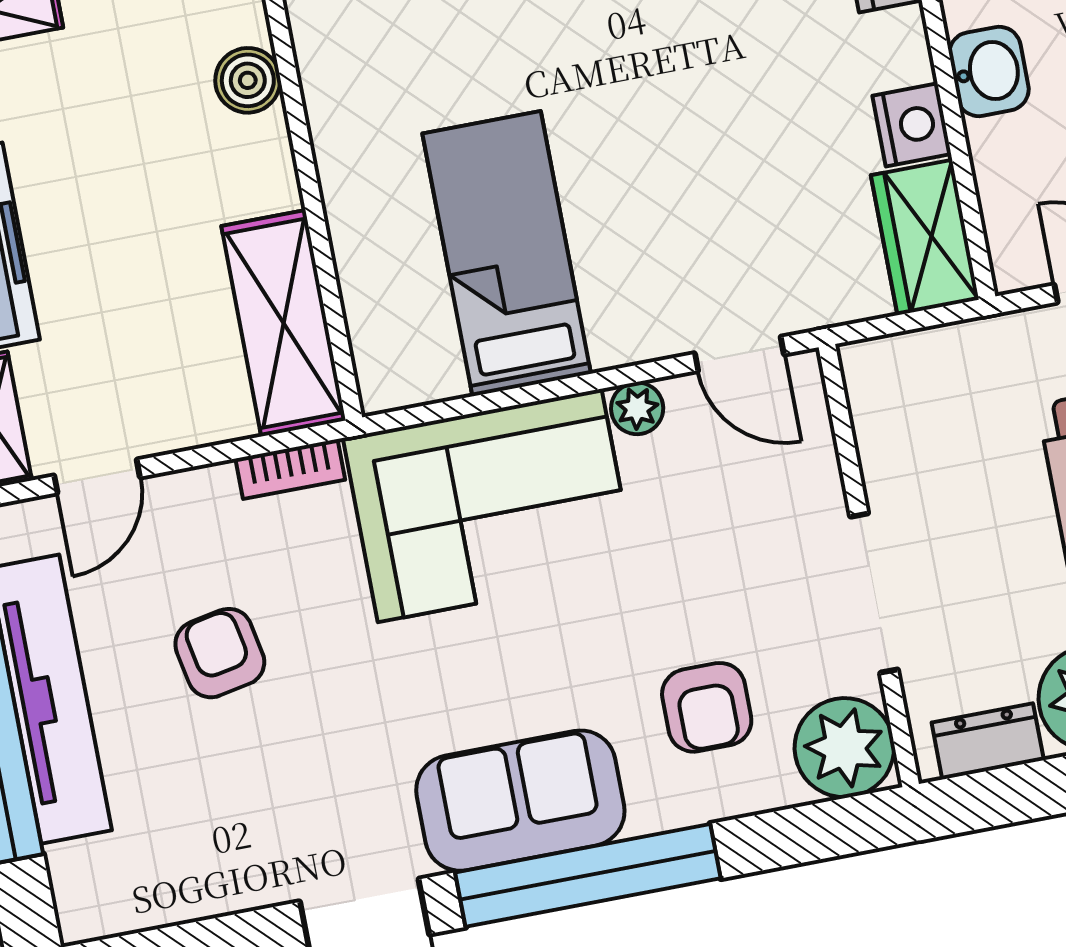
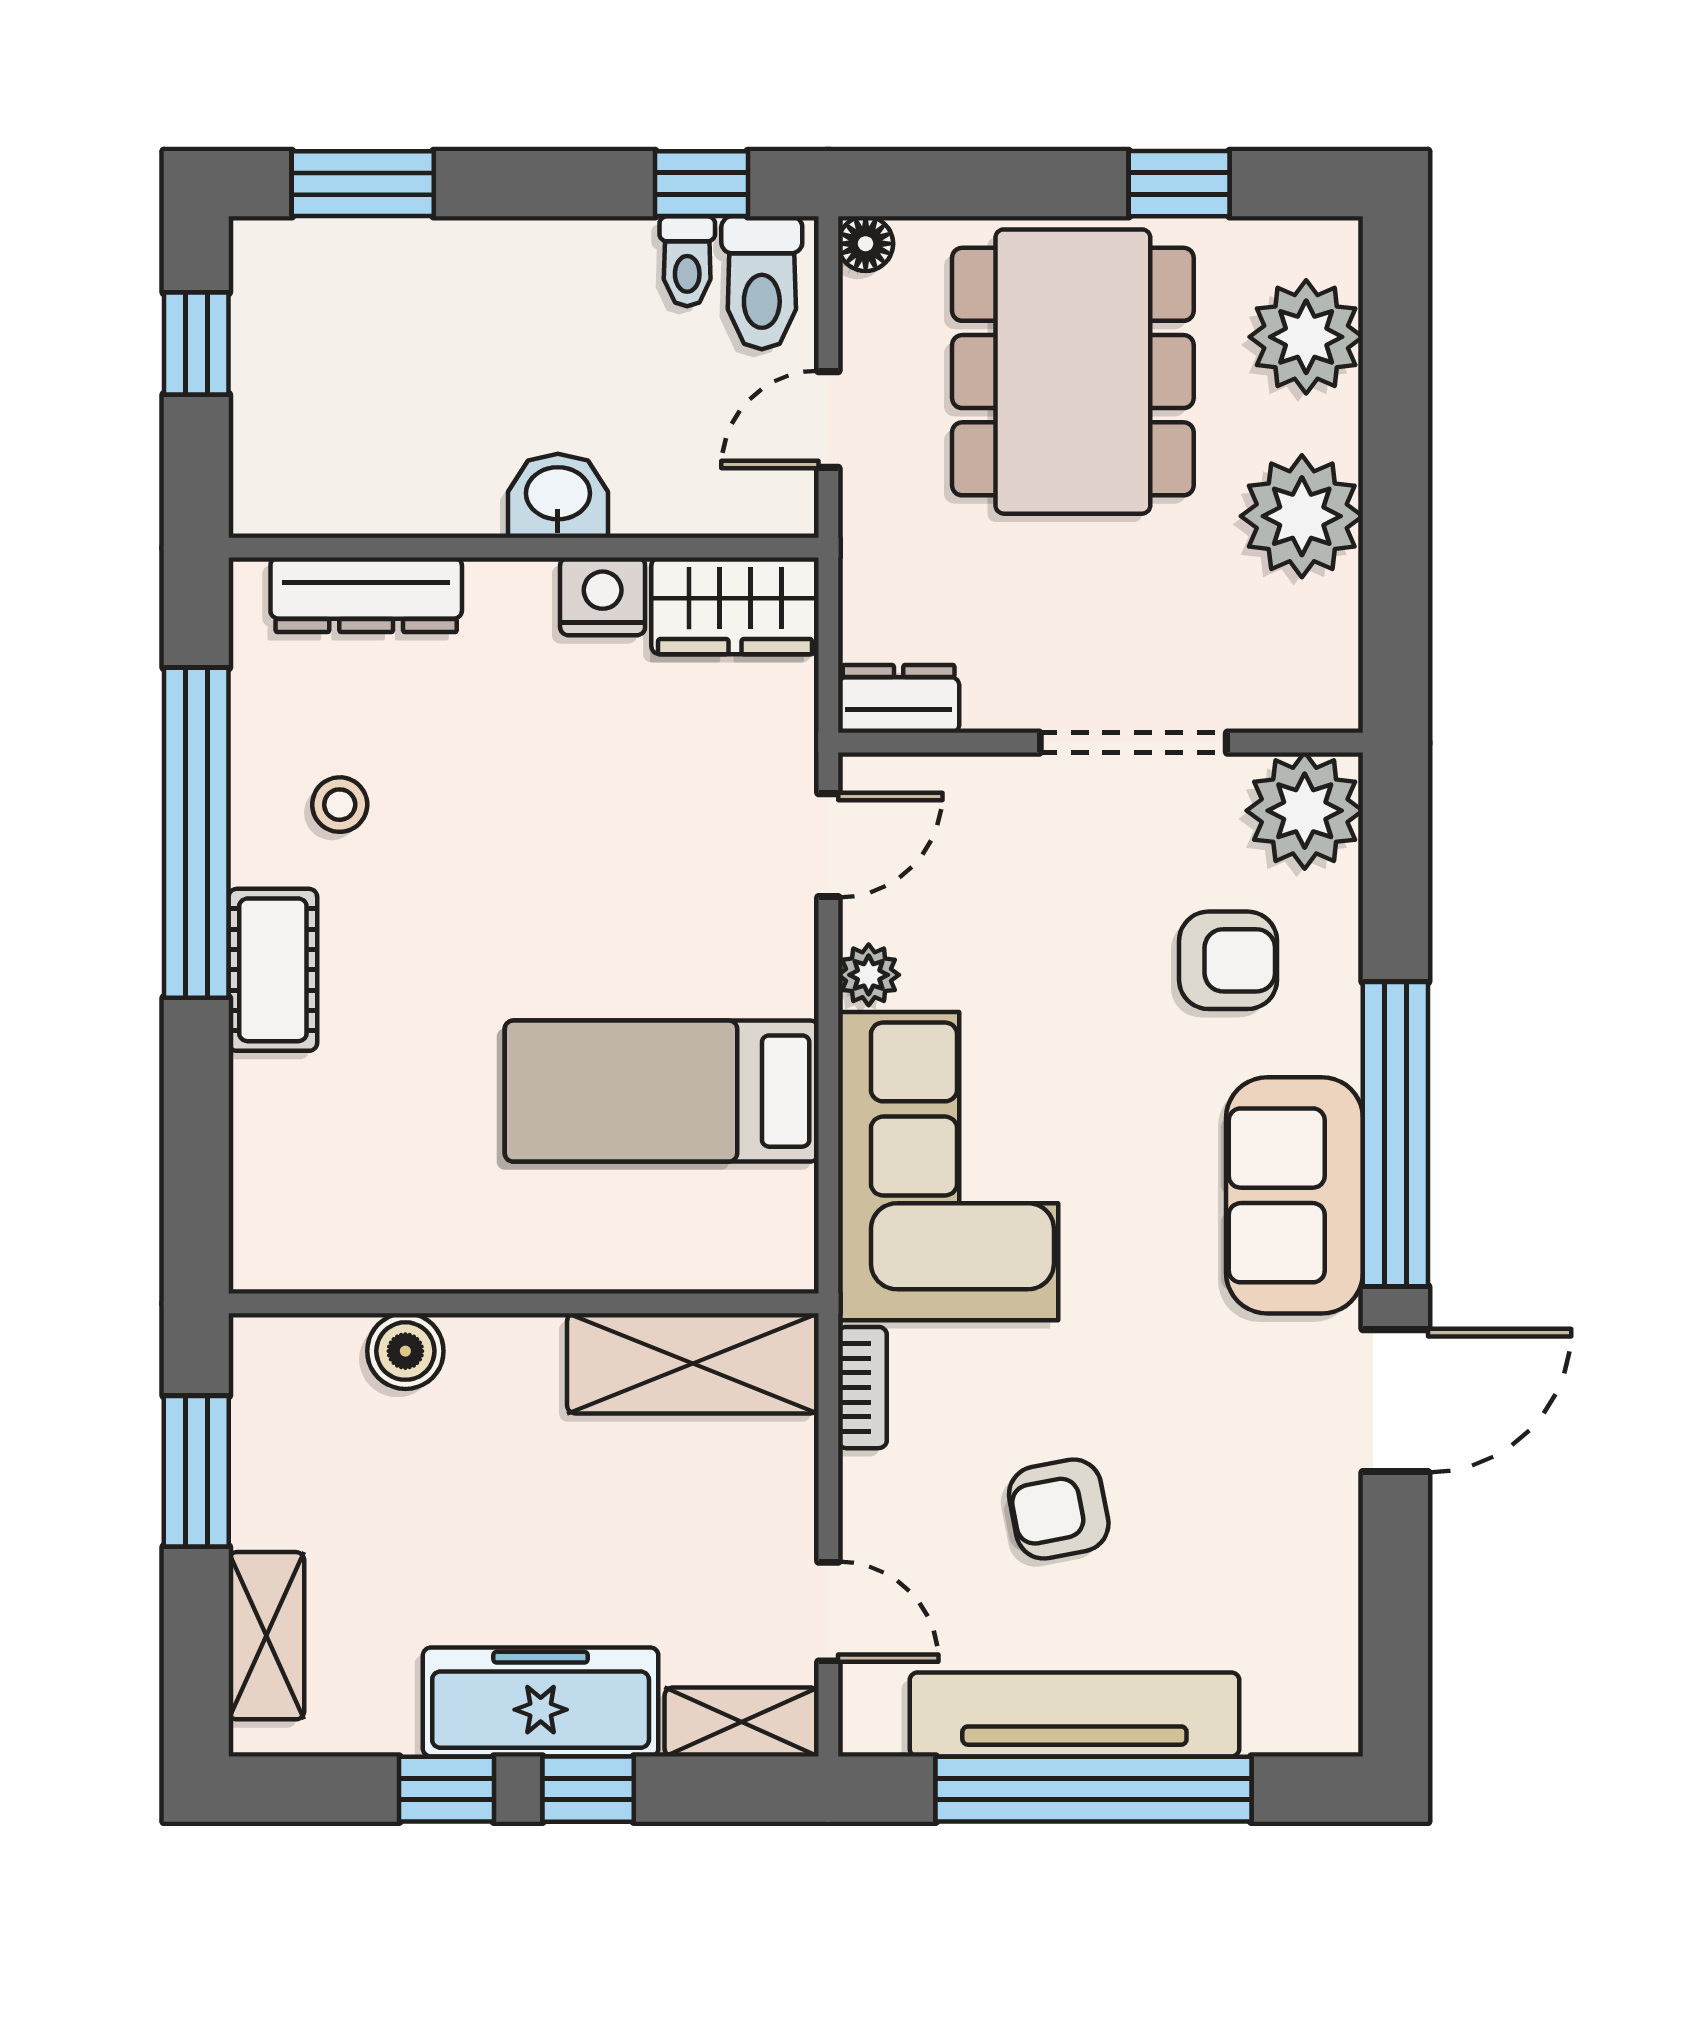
dresser: (988, 741) -> (899, 699), moved, turned 90

